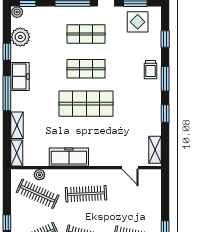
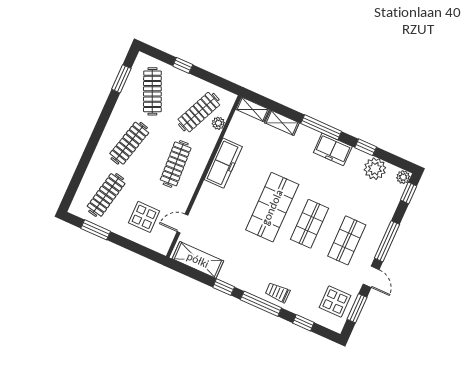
window: (165, 79) -> (261, 304), width x1.44
shelving: (155, 150) -> (198, 260), width x1.50, depth x1.33
display table: (138, 200) -> (144, 217), added

